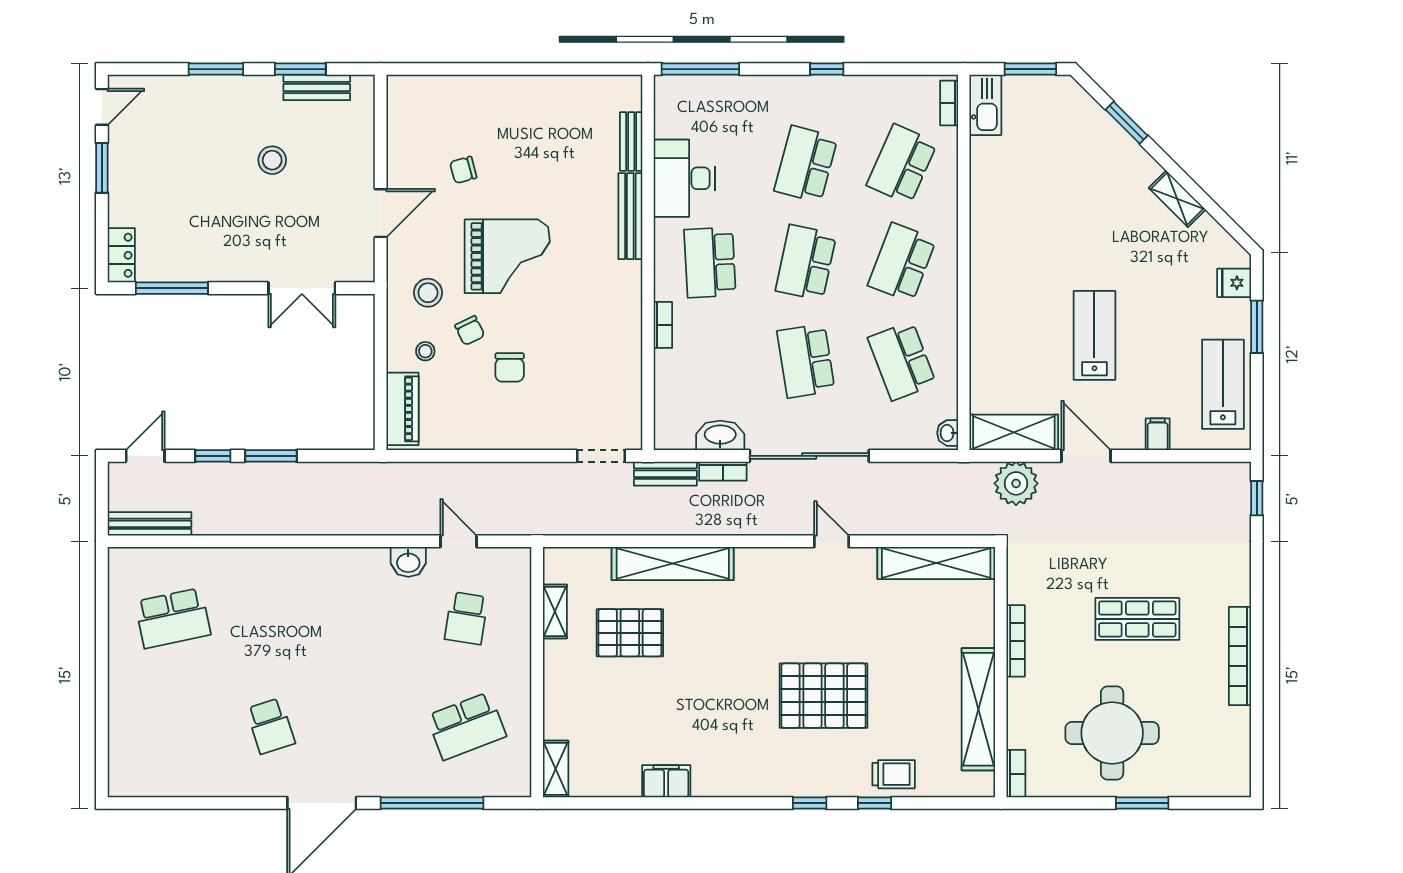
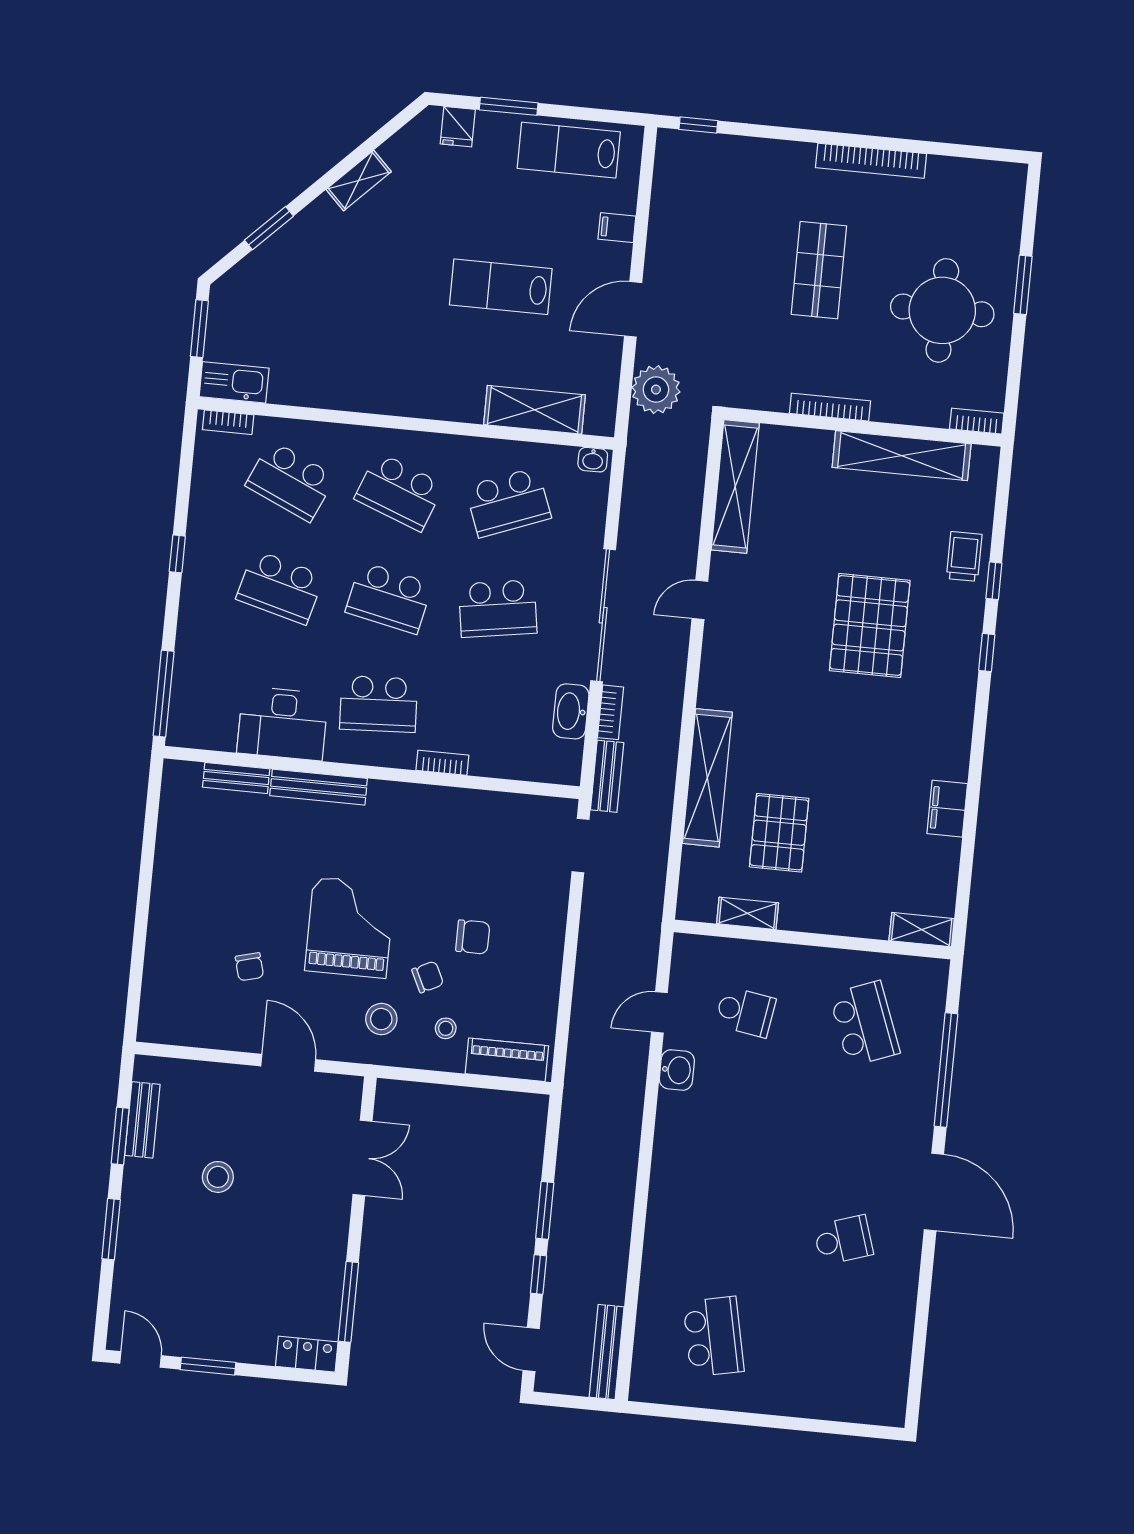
shelving: (1014, 432) -> (535, 410), moved, turned 90

